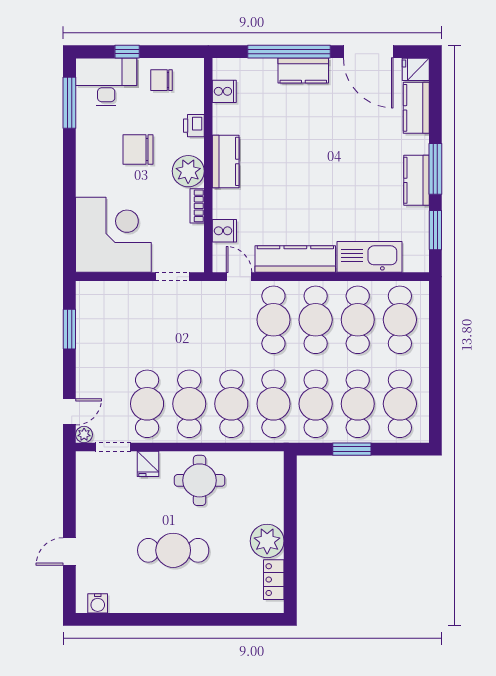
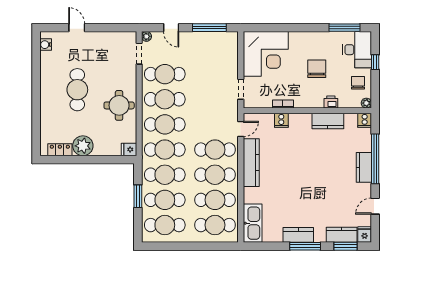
door: (368, 52) -> (375, 206), width x0.53
cooker: (224, 91) -> (365, 120), moved
kitchen counter: (226, 161) -> (328, 121), moved
plant: (188, 171) -> (366, 103), moved, width x0.53, depth x0.53
window: (435, 230) -> (345, 246), moved
cooker: (224, 231) -> (281, 120), moved
kitchen sink: (369, 257) -> (253, 223), moved
window: (69, 329) -> (209, 28), width x1.44
door: (69, 412) -> (171, 28), moved
fridge: (148, 464) -> (129, 149), moved

